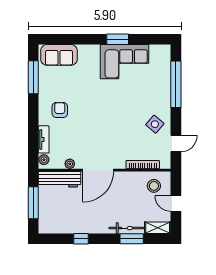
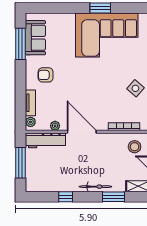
sofa: (59, 55) -> (35, 38), moved, turned -90
corner sofa: (125, 62) -> (107, 35), width x1.36, depth x1.36
armchair: (60, 110) -> (46, 75), turned -90
door: (98, 170) -> (82, 132), swing flipped
bicycle: (126, 228) -> (95, 187), moved

